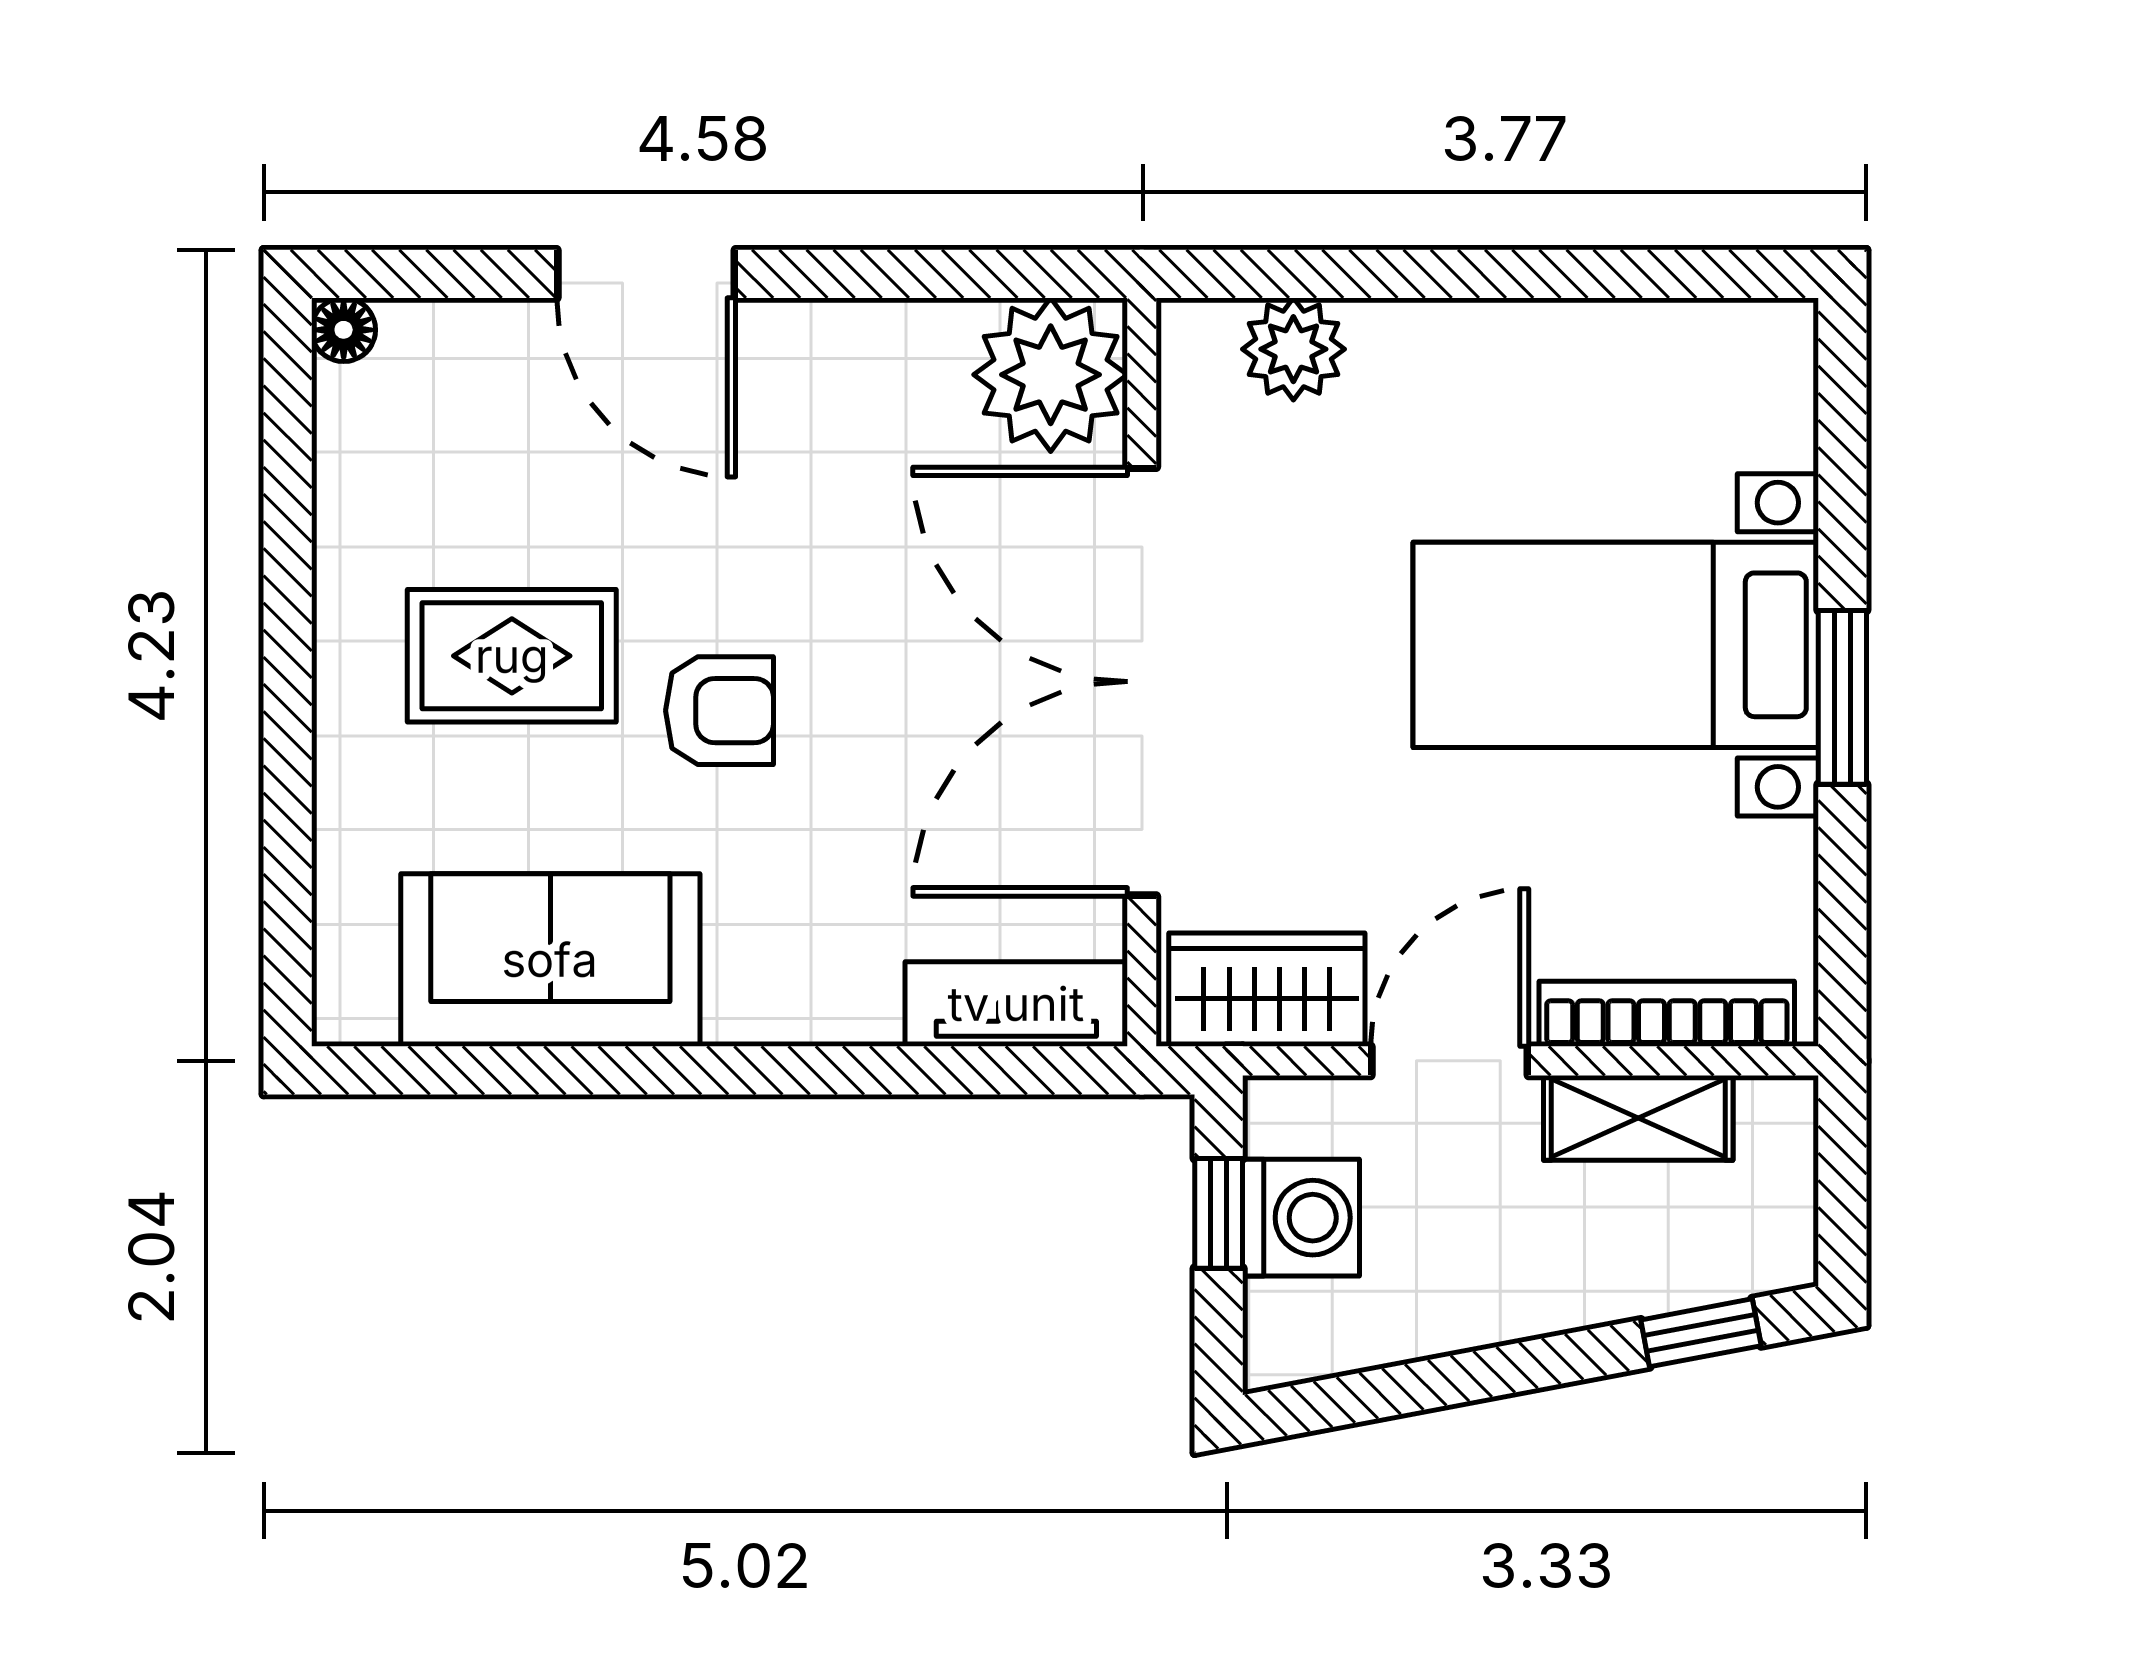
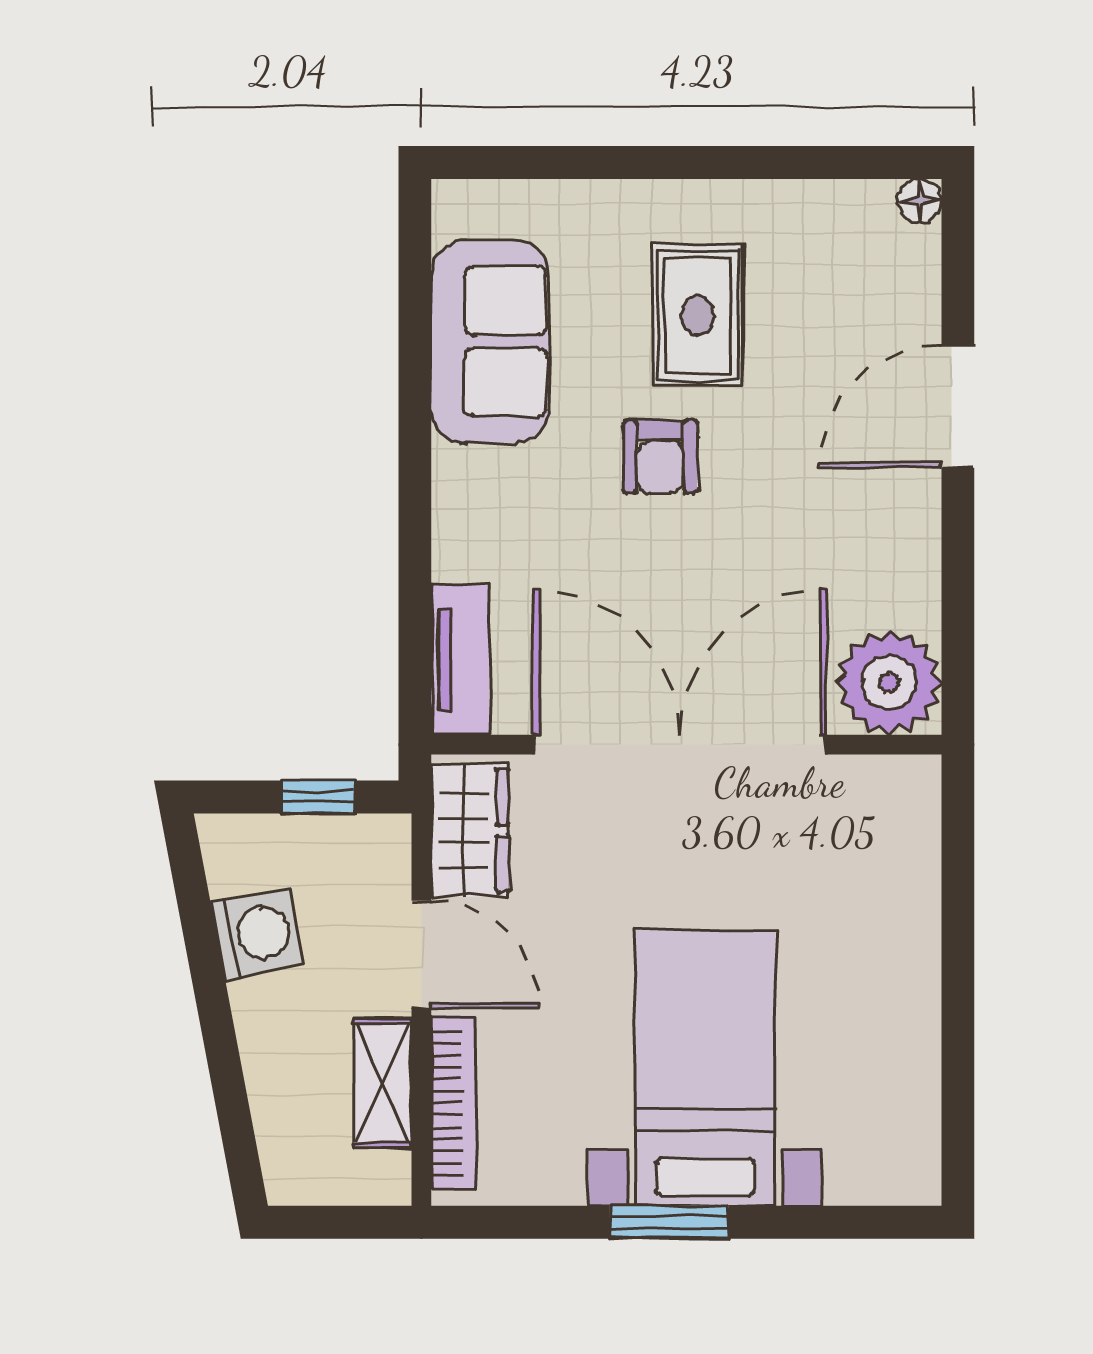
plant: (1293, 349) -> (907, 848), removed
washing machine: (1301, 1218) -> (257, 934), moved, turned -101
window: (1701, 1333) -> (236, 1126), removed

